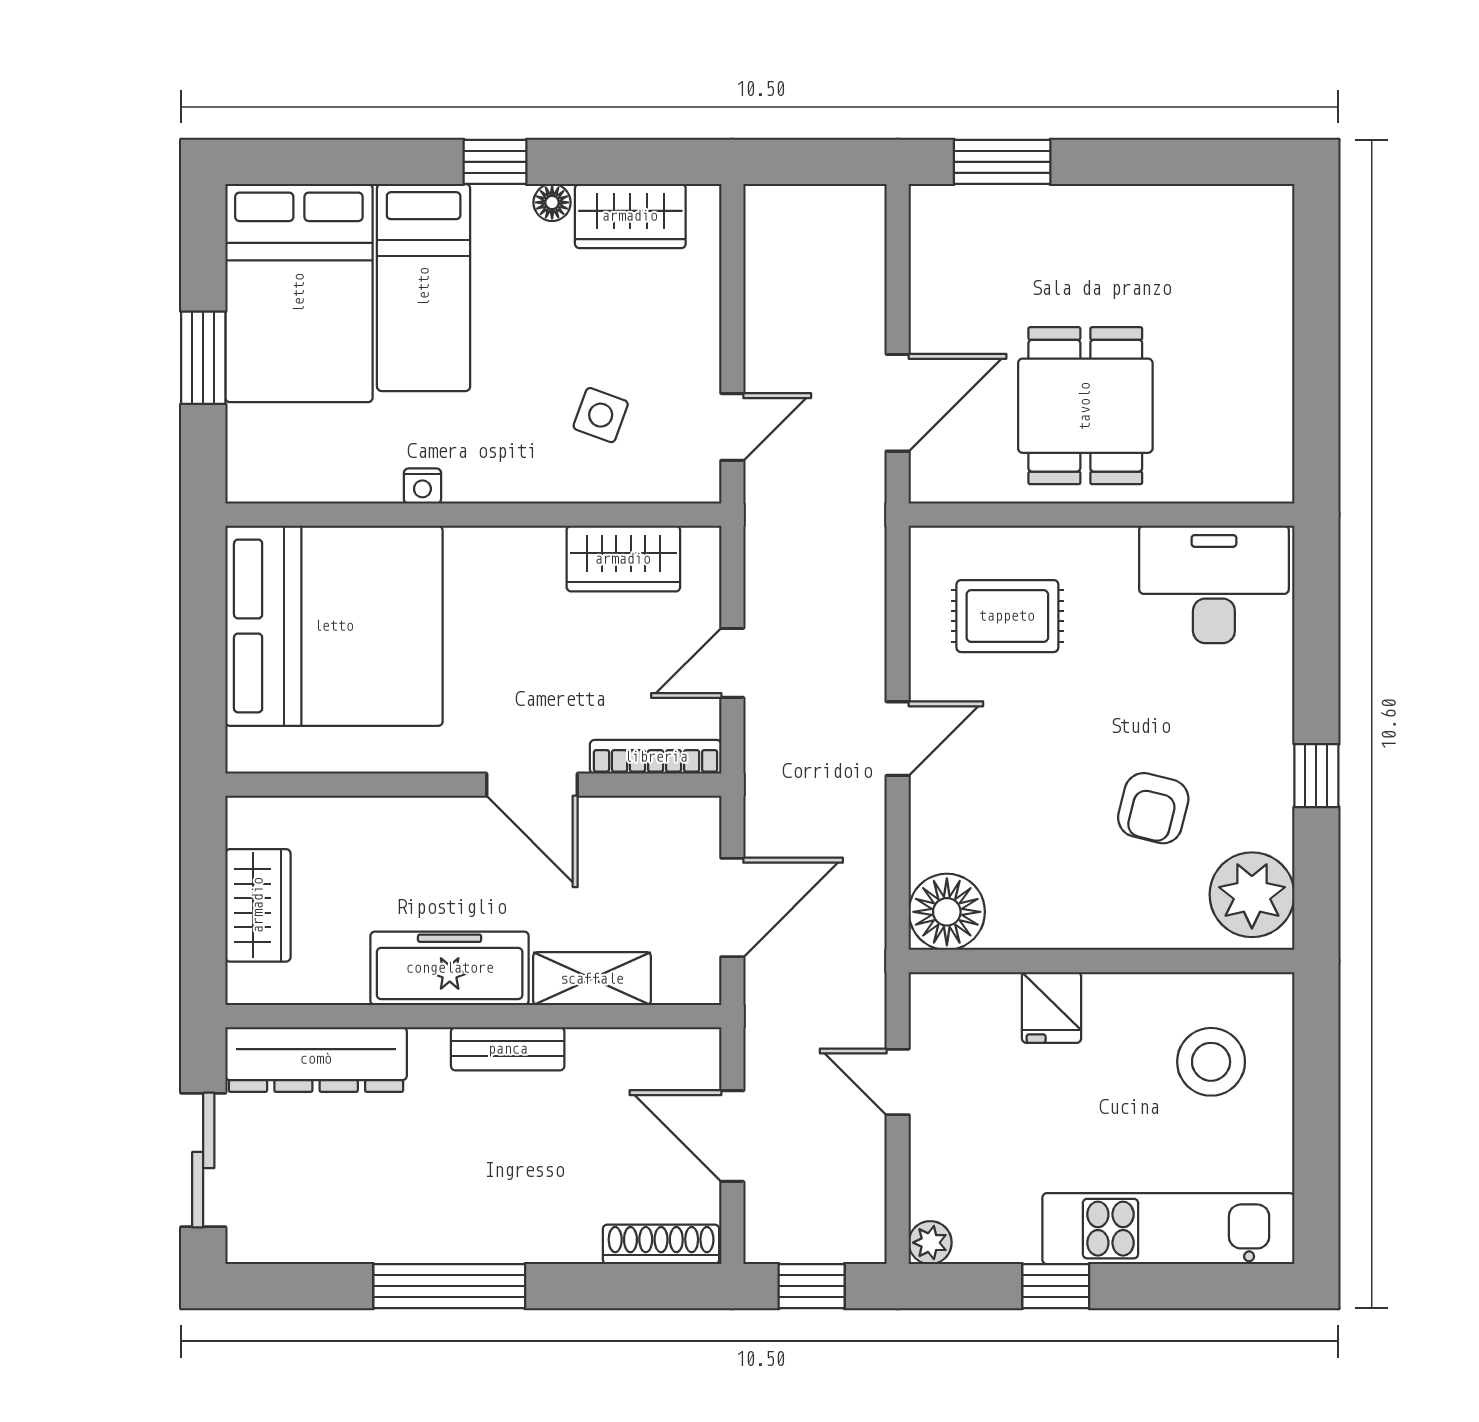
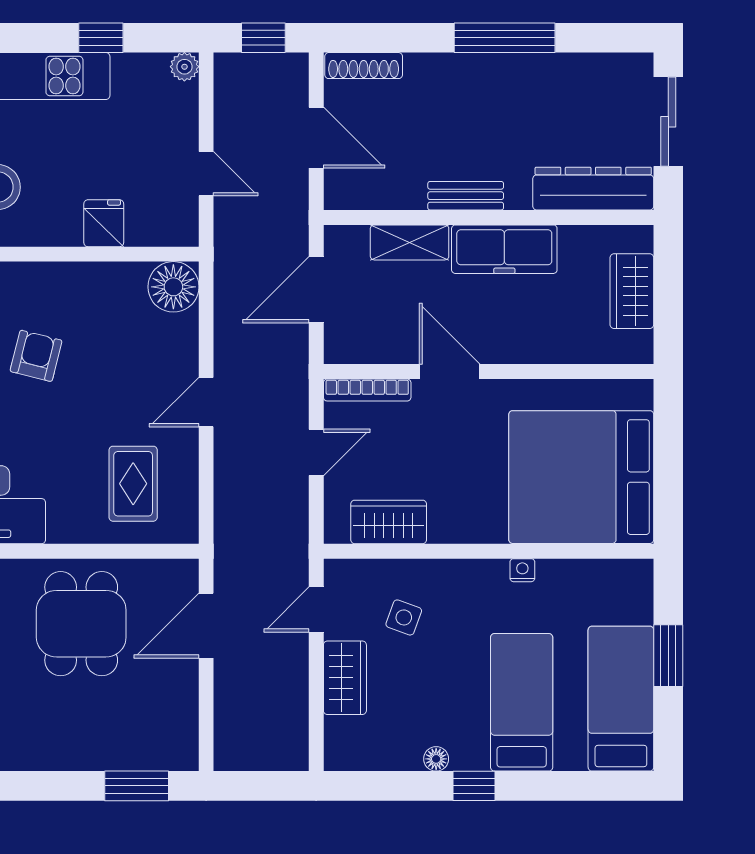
wardrobe: (630, 216) -> (345, 678), moved, turned 90
bed: (299, 293) -> (621, 699), width x0.67
rug: (1007, 616) -> (133, 484), turned 90

